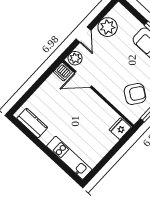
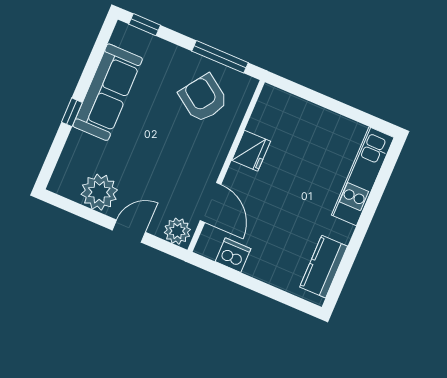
dishwasher: (63, 72) -> (233, 255), moved, turned -90
fridge: (120, 129) -> (251, 151), moved, turned -90

